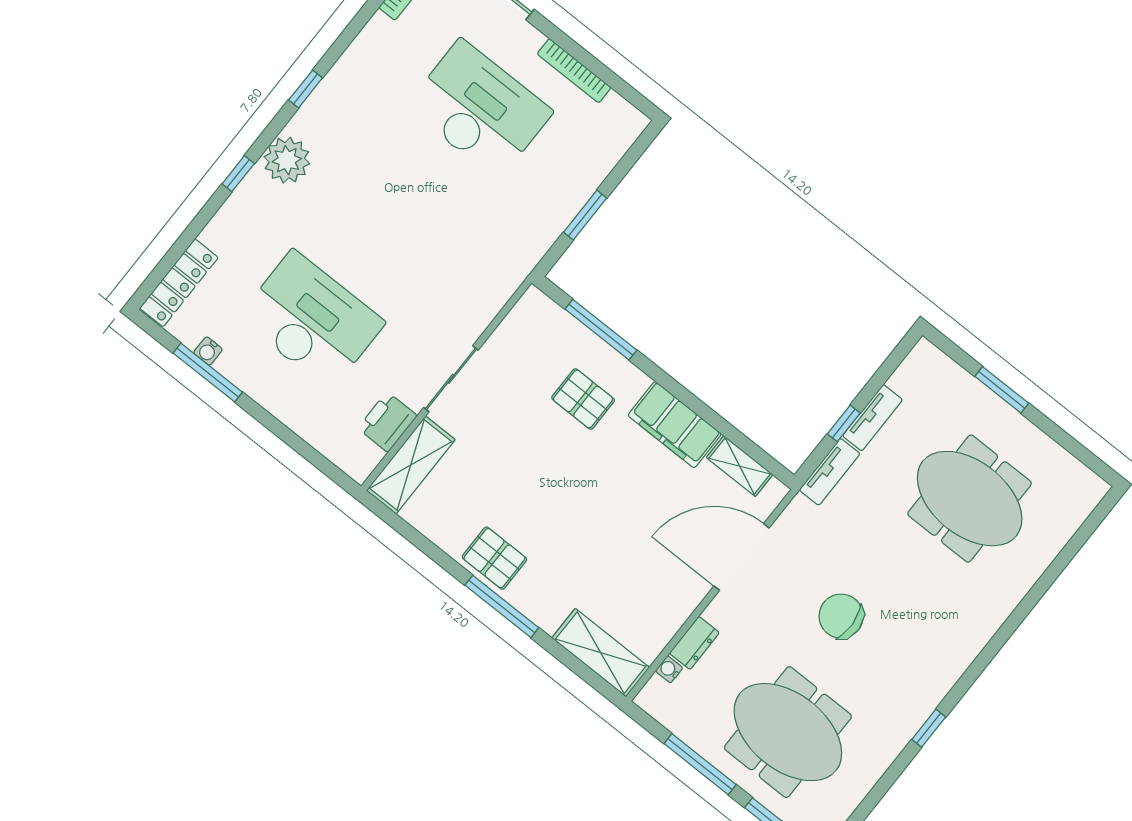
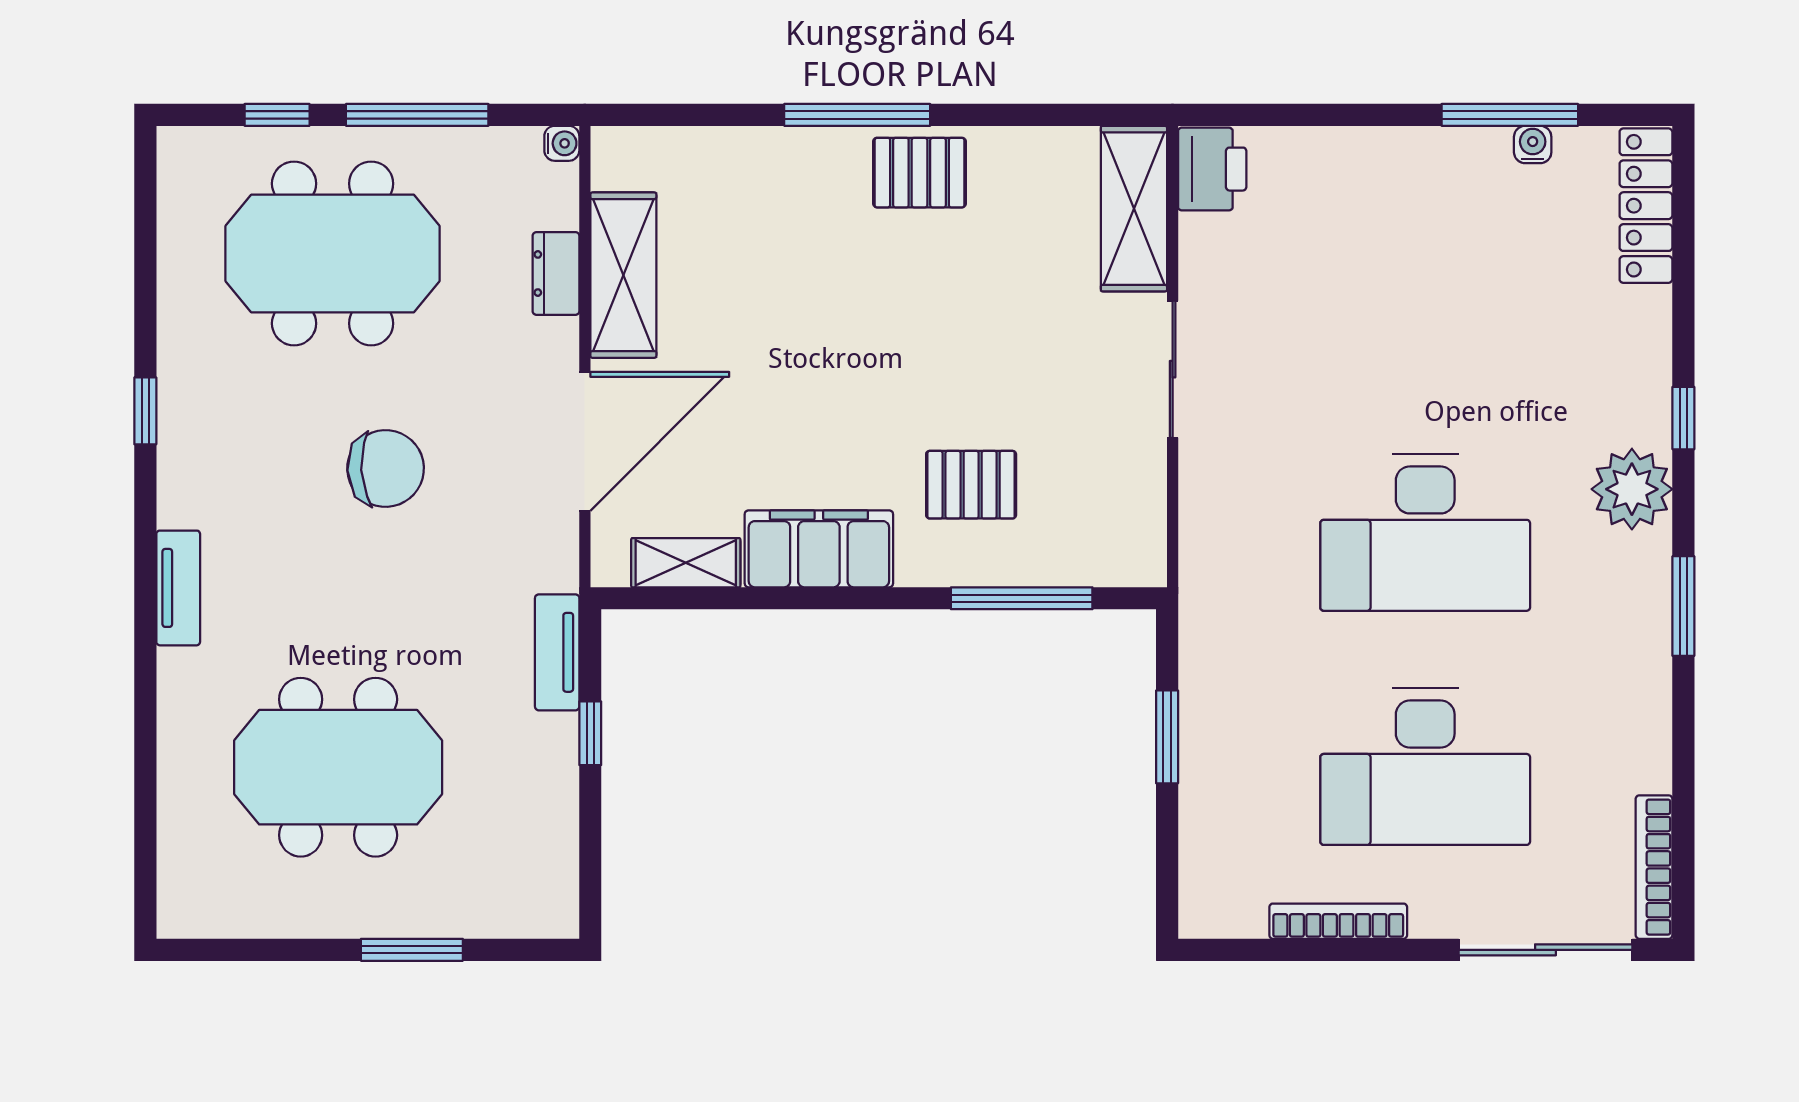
window: (306, 89) -> (1683, 606), width x1.50
desk: (312, 320) -> (1425, 532), moved
tv unit: (873, 418) -> (178, 588), moved, turned 180
printer: (387, 422) -> (1212, 169), moved
shelving: (601, 653) -> (623, 275), moved, turned 90
water cooler: (669, 669) -> (562, 143), moved

